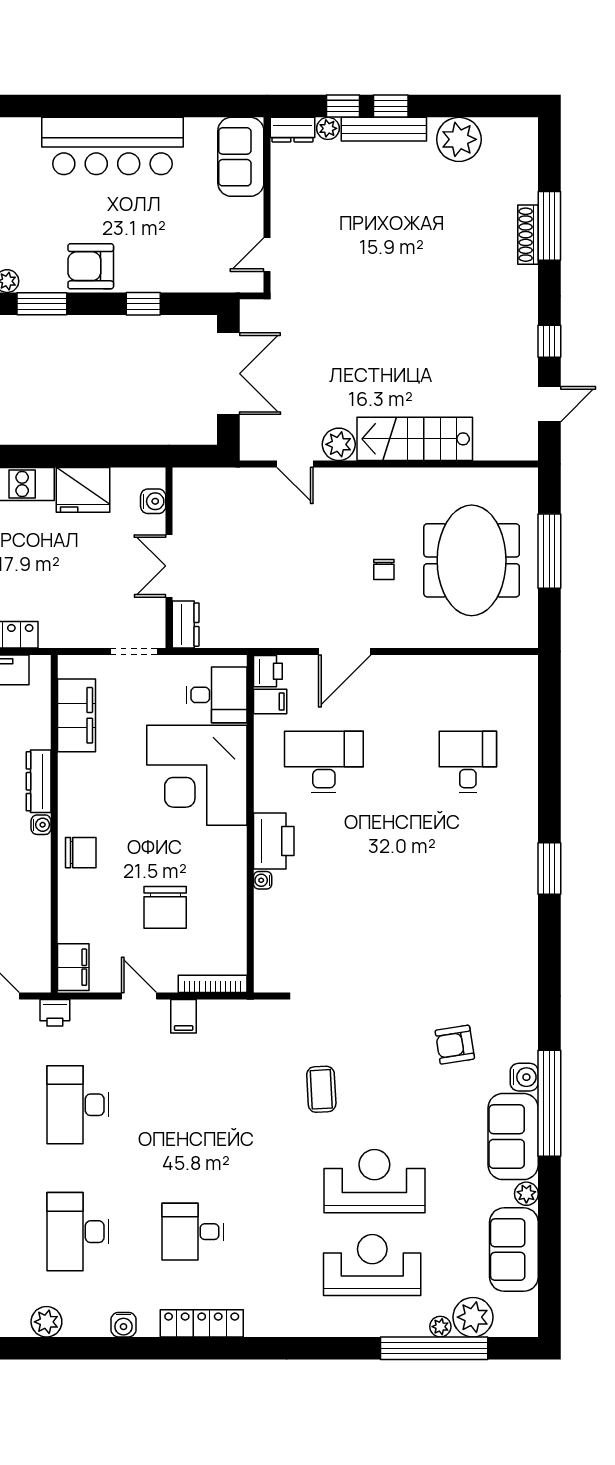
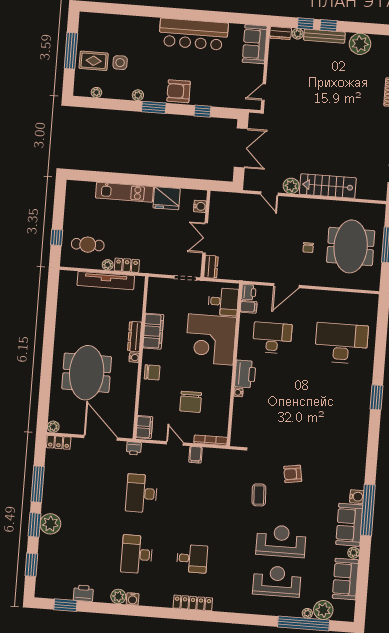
filing cabinet: (76, 715) -> (153, 331), moved
desk: (468, 762) -> (341, 343), width x1.87, depth x1.30
armchair: (455, 1045) -> (293, 474), moved
desk: (193, 1232) -> (192, 559), turned 180
water cooler: (124, 1325) -> (133, 599), moved

